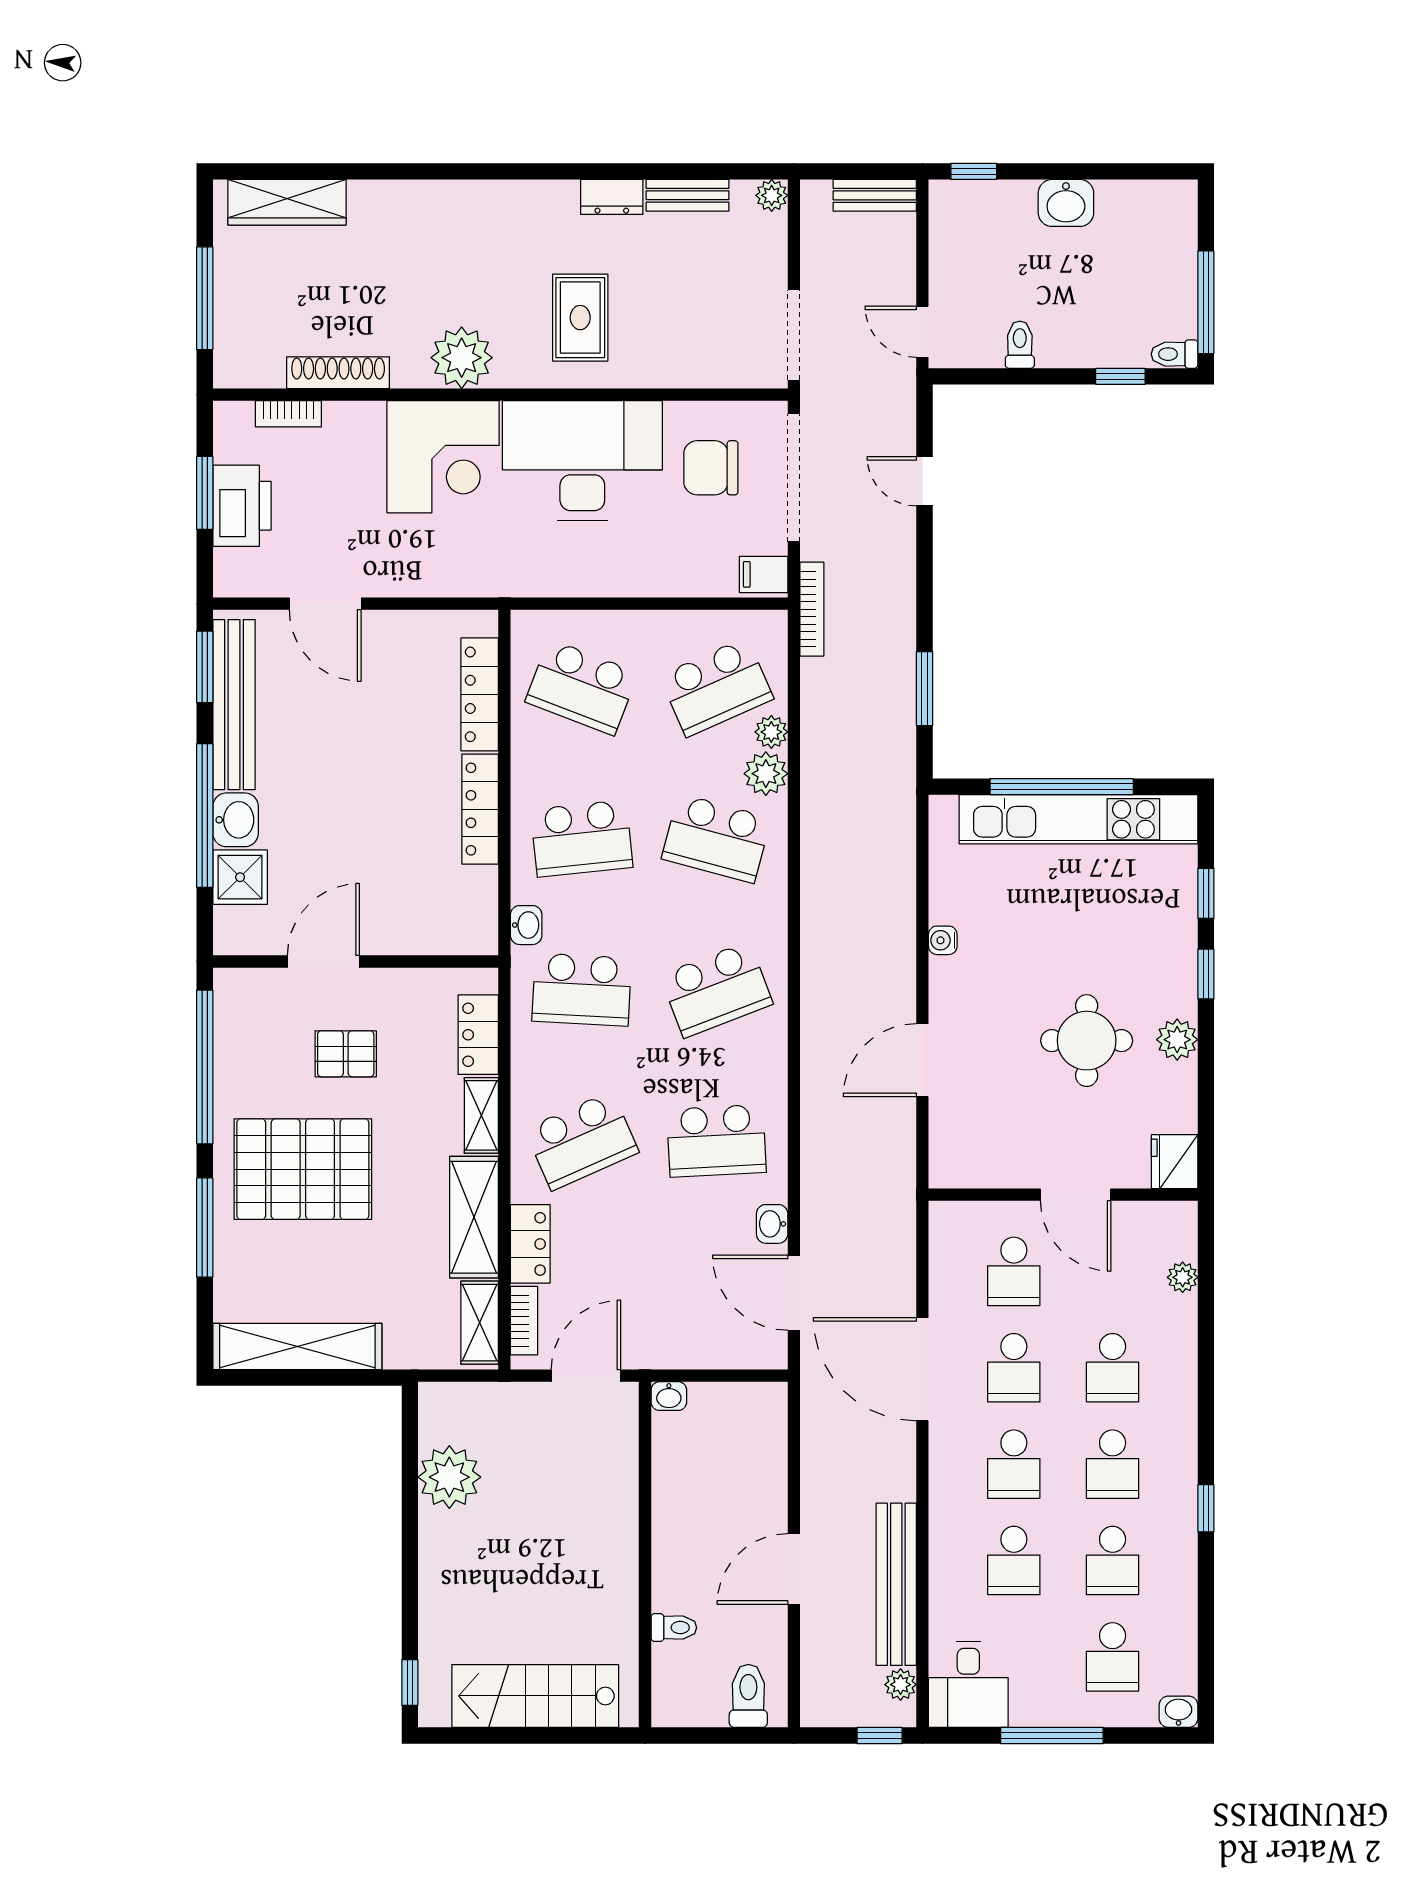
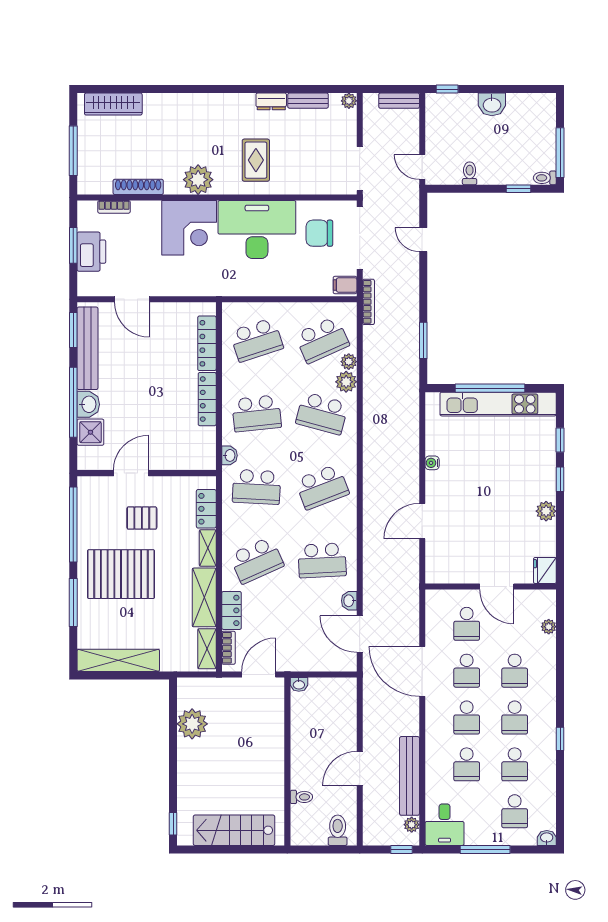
school desk: (582, 687) -> (257, 340), turned -39
round table: (1087, 1041) -> (502, 512), removed

